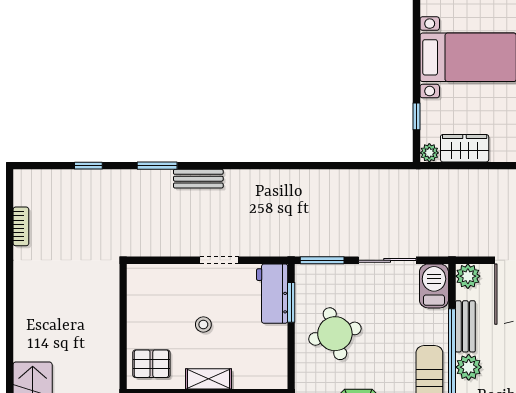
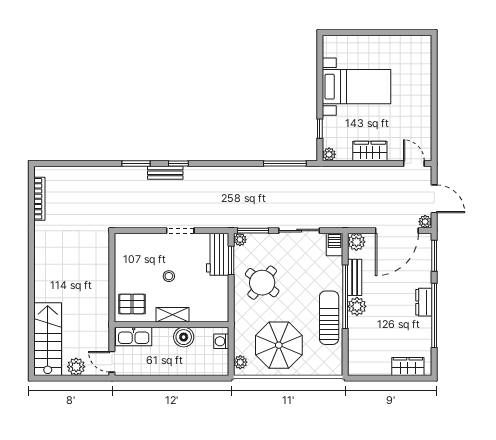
wardrobe: (465, 148) -> (370, 151), moved
window: (88, 166) -> (178, 163), moved
window: (367, 166) -> (285, 163), added
bookcase: (21, 226) -> (39, 199), width x1.56
plant: (304, 273) -> (240, 240), added
barbecue: (434, 286) -> (335, 244), width x0.73, depth x0.79
round table: (335, 334) -> (262, 283), turned -37

